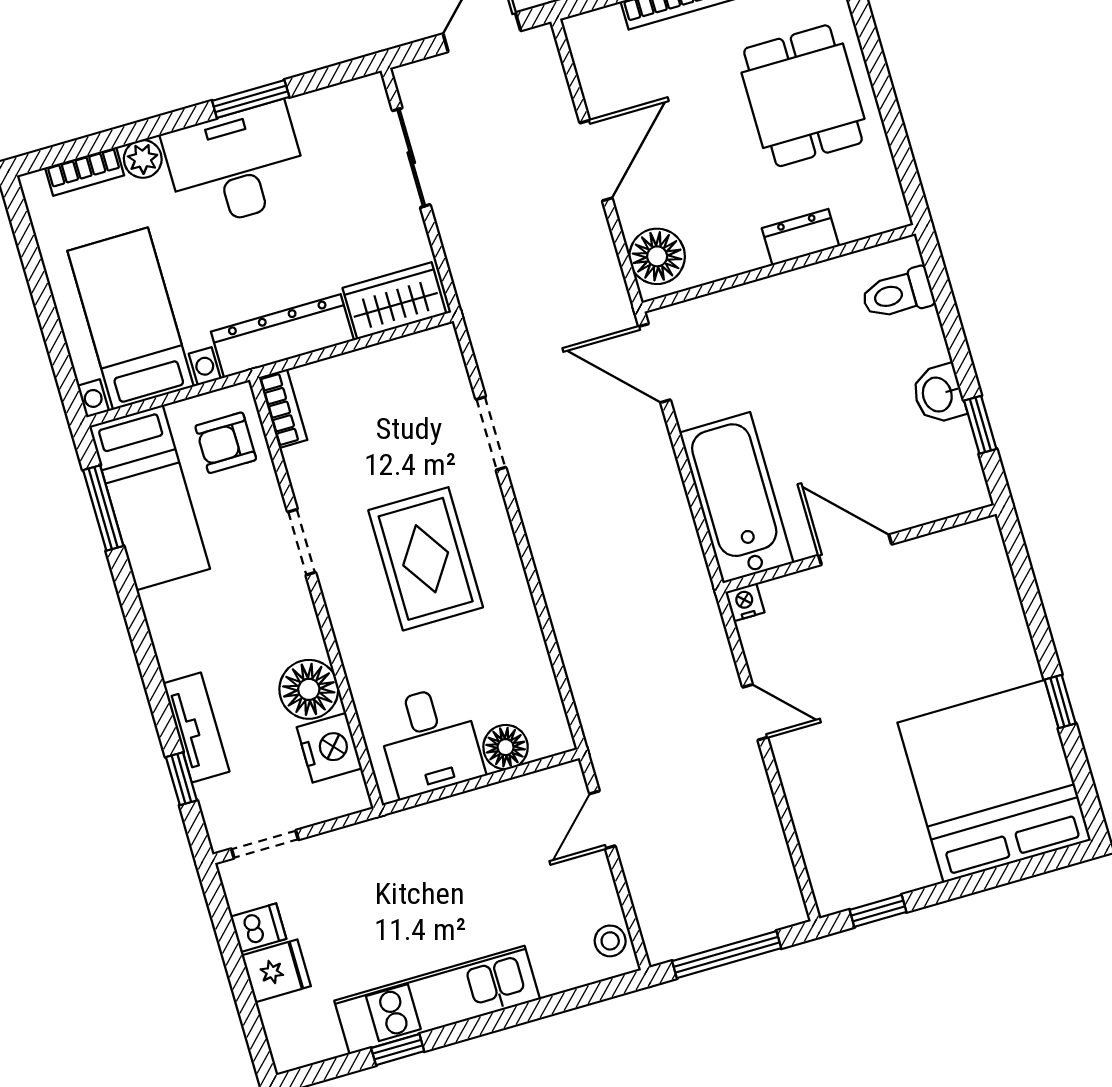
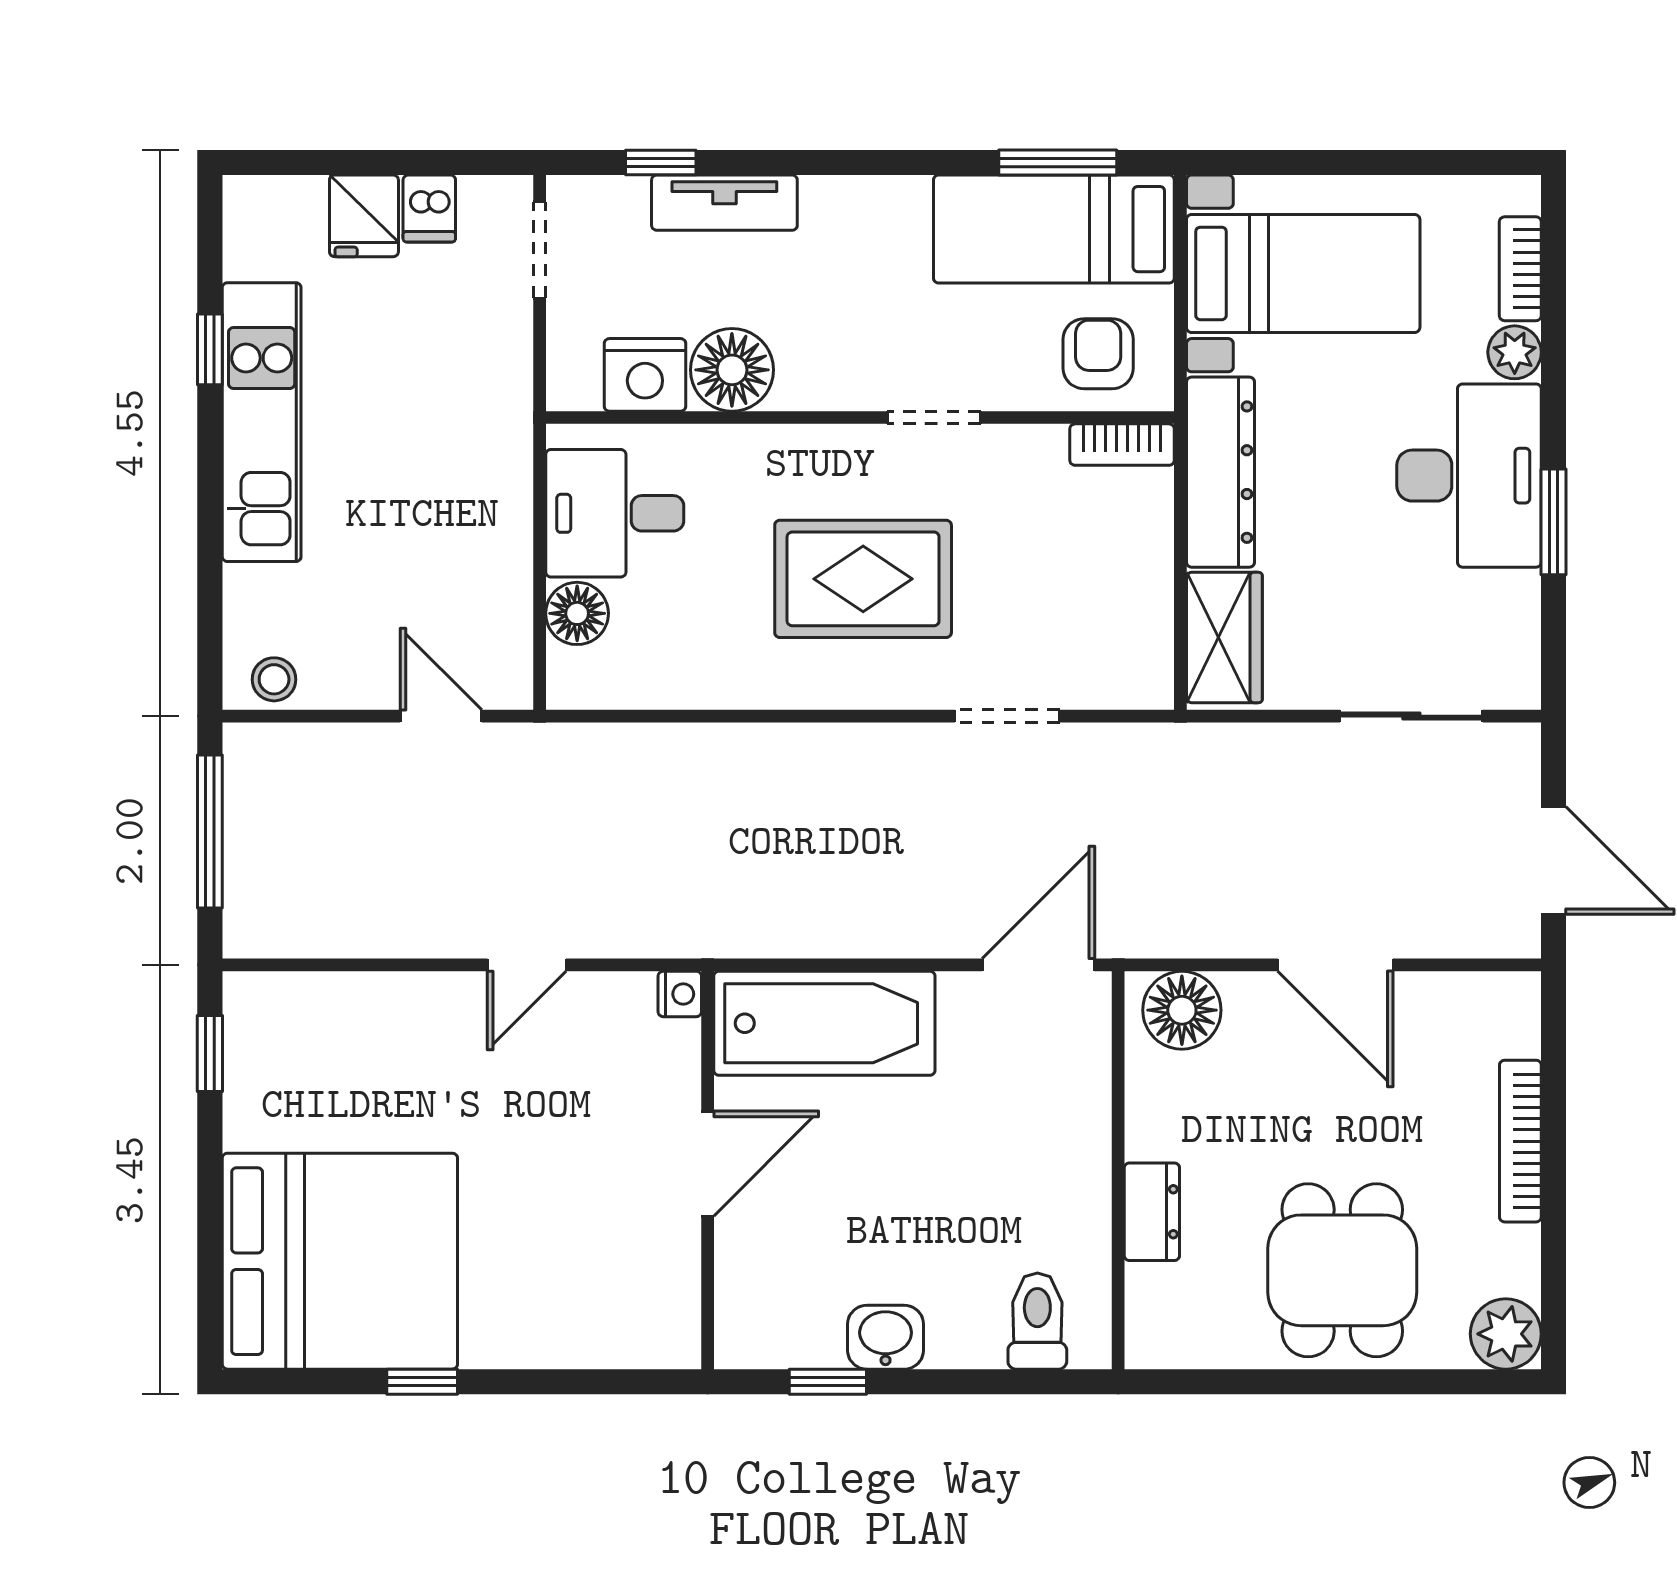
dining table: (803, 96) -> (1342, 1270), turned 90

